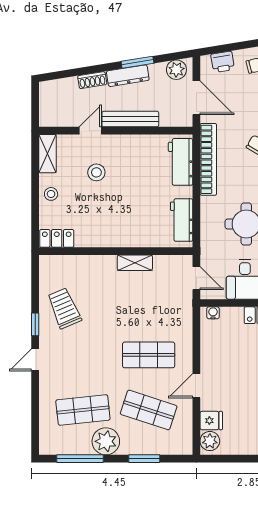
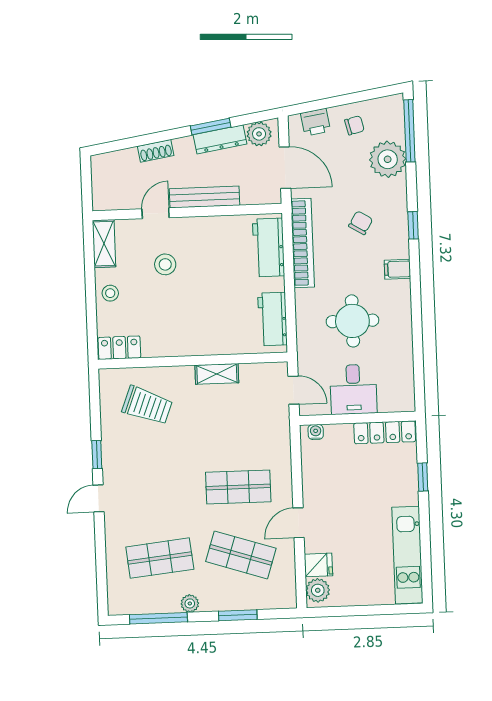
dresser: (128, 76) -> (220, 139), moved
trolley: (64, 308) -> (147, 405), moved, turned 134
plant: (106, 441) -> (190, 603), width x0.53, depth x0.53

